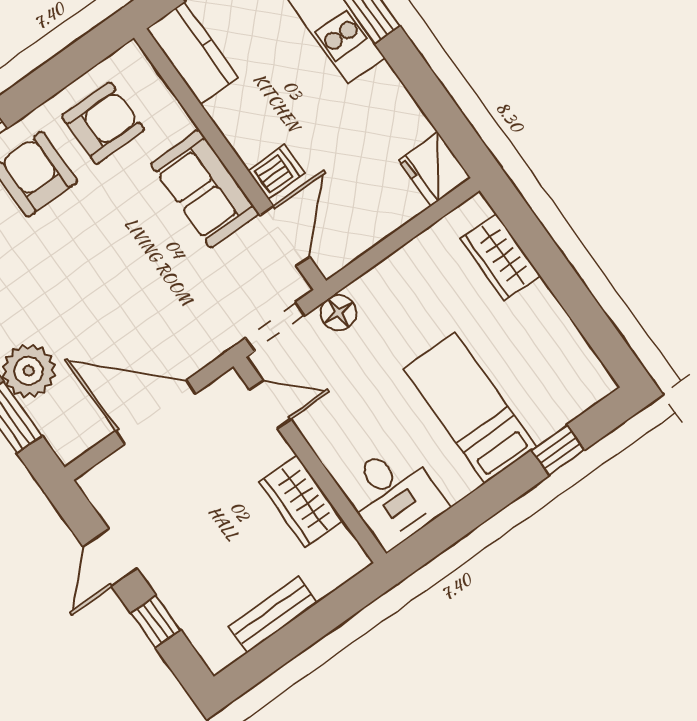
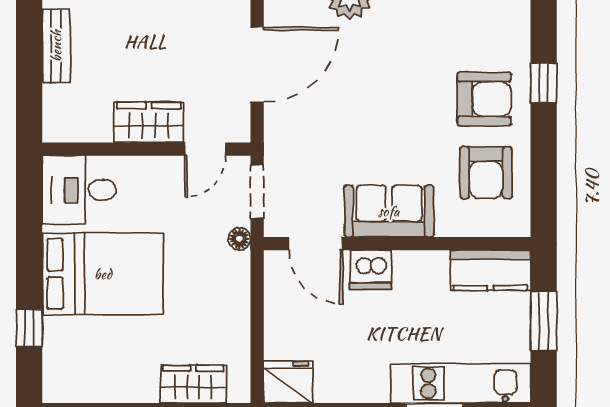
dishwasher: (276, 172) -> (371, 270), width x1.38
floor lamp: (339, 313) -> (239, 239), width x0.73, depth x0.73
bed: (470, 408) -> (103, 274), width x1.50
wardrobe: (301, 501) -> (149, 122), moved

